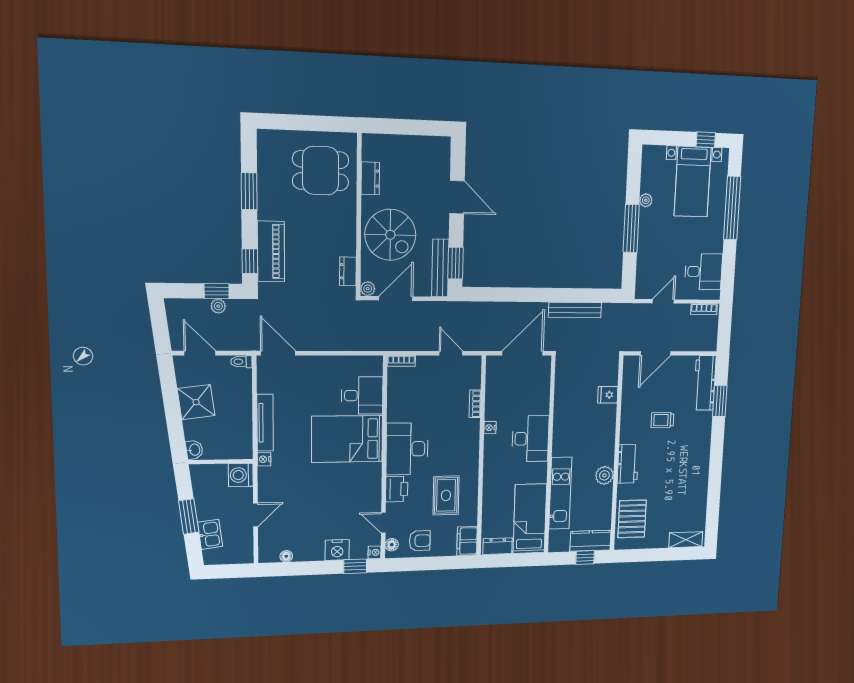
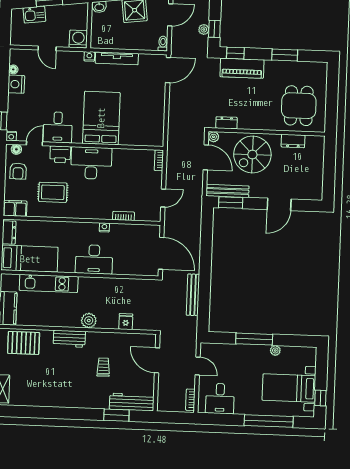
desk: (362, 395) -> (58, 127), moved
plant: (604, 475) -> (89, 321), moved
nightstand: (337, 550) -> (16, 84), moved

